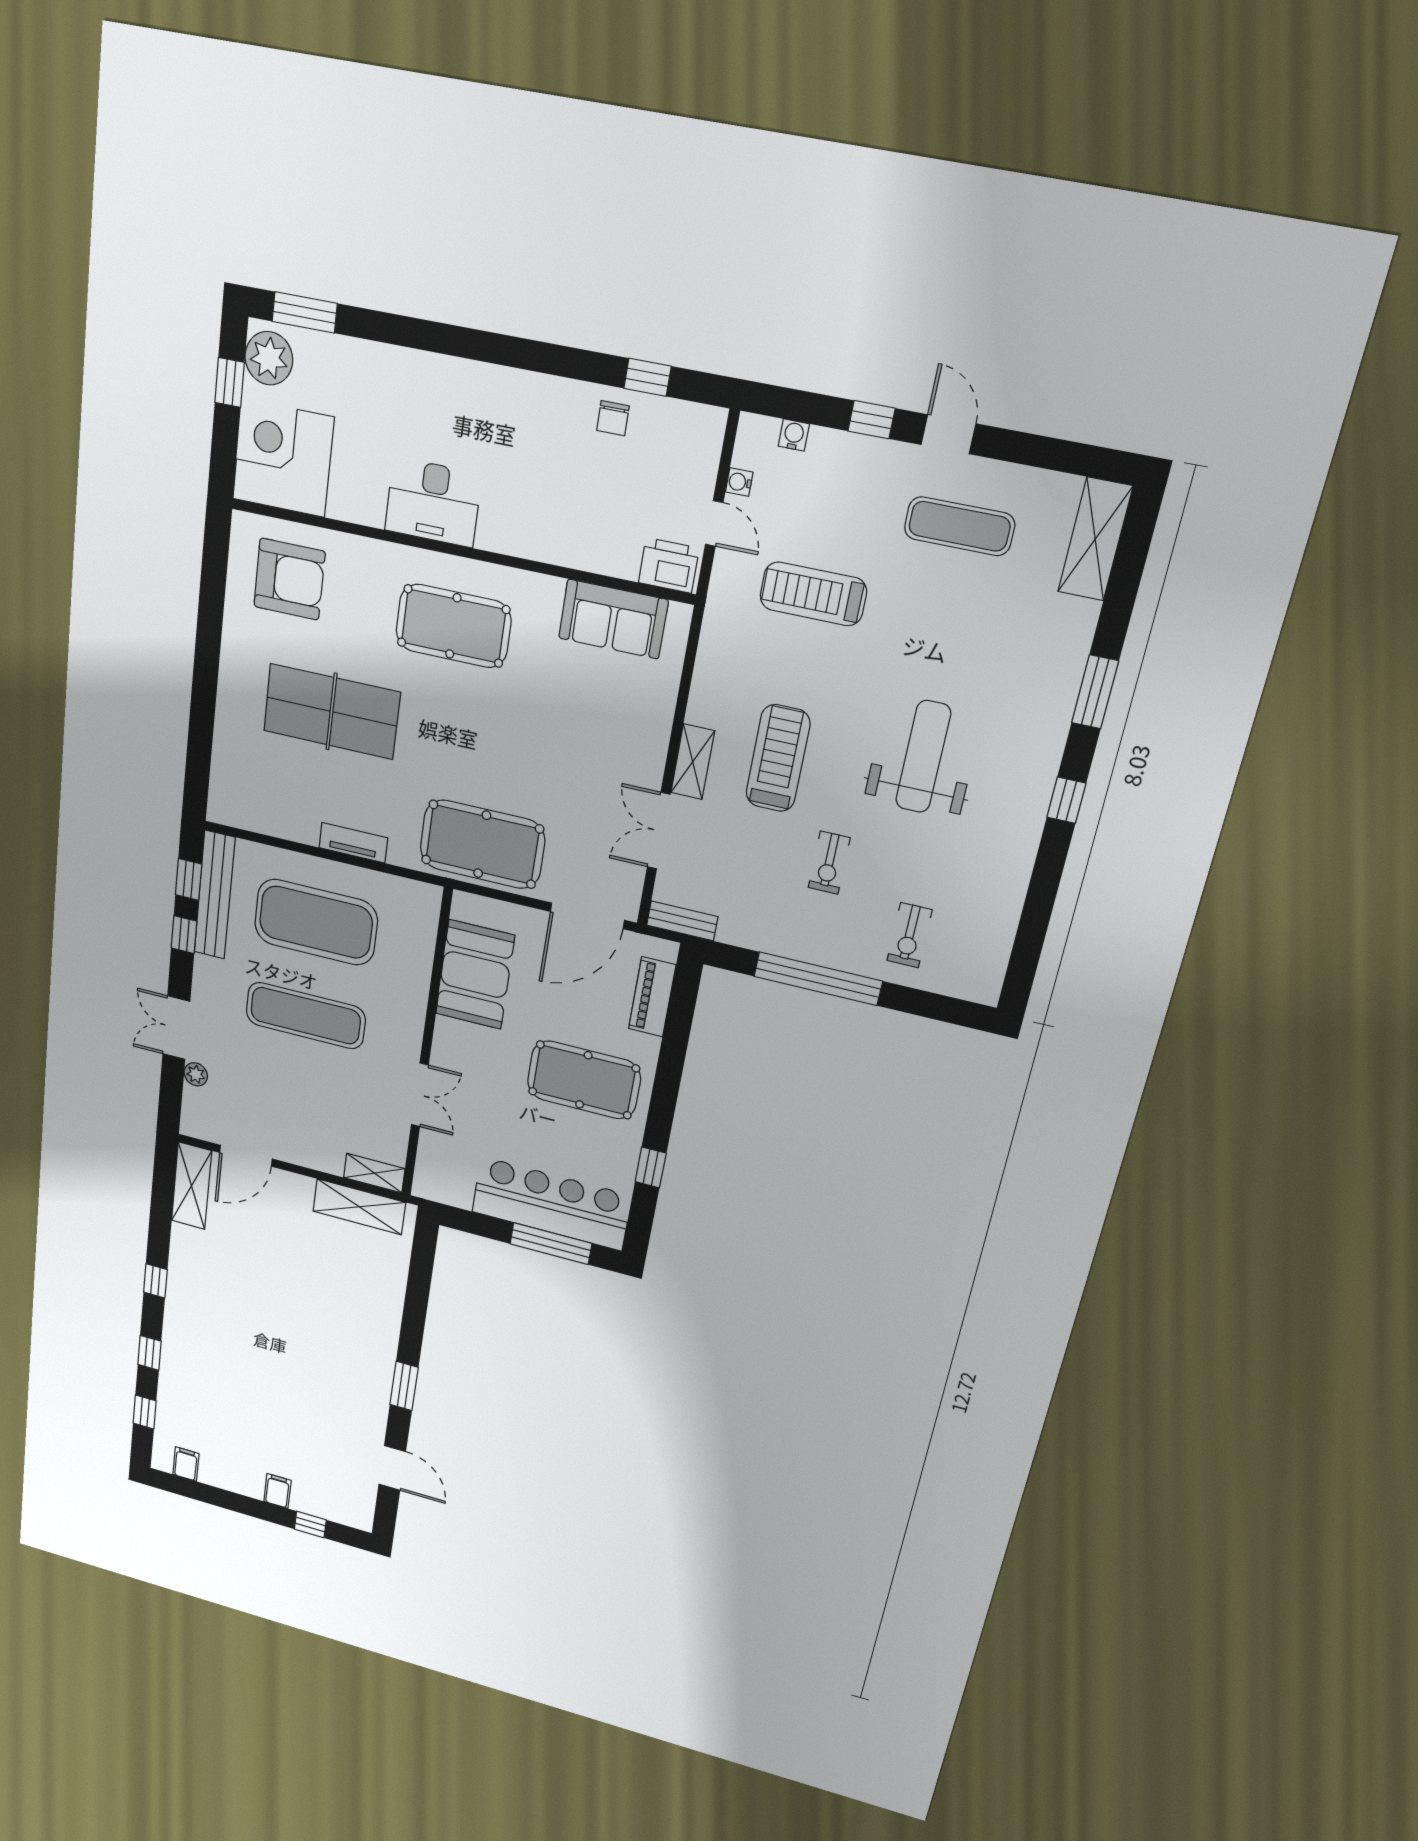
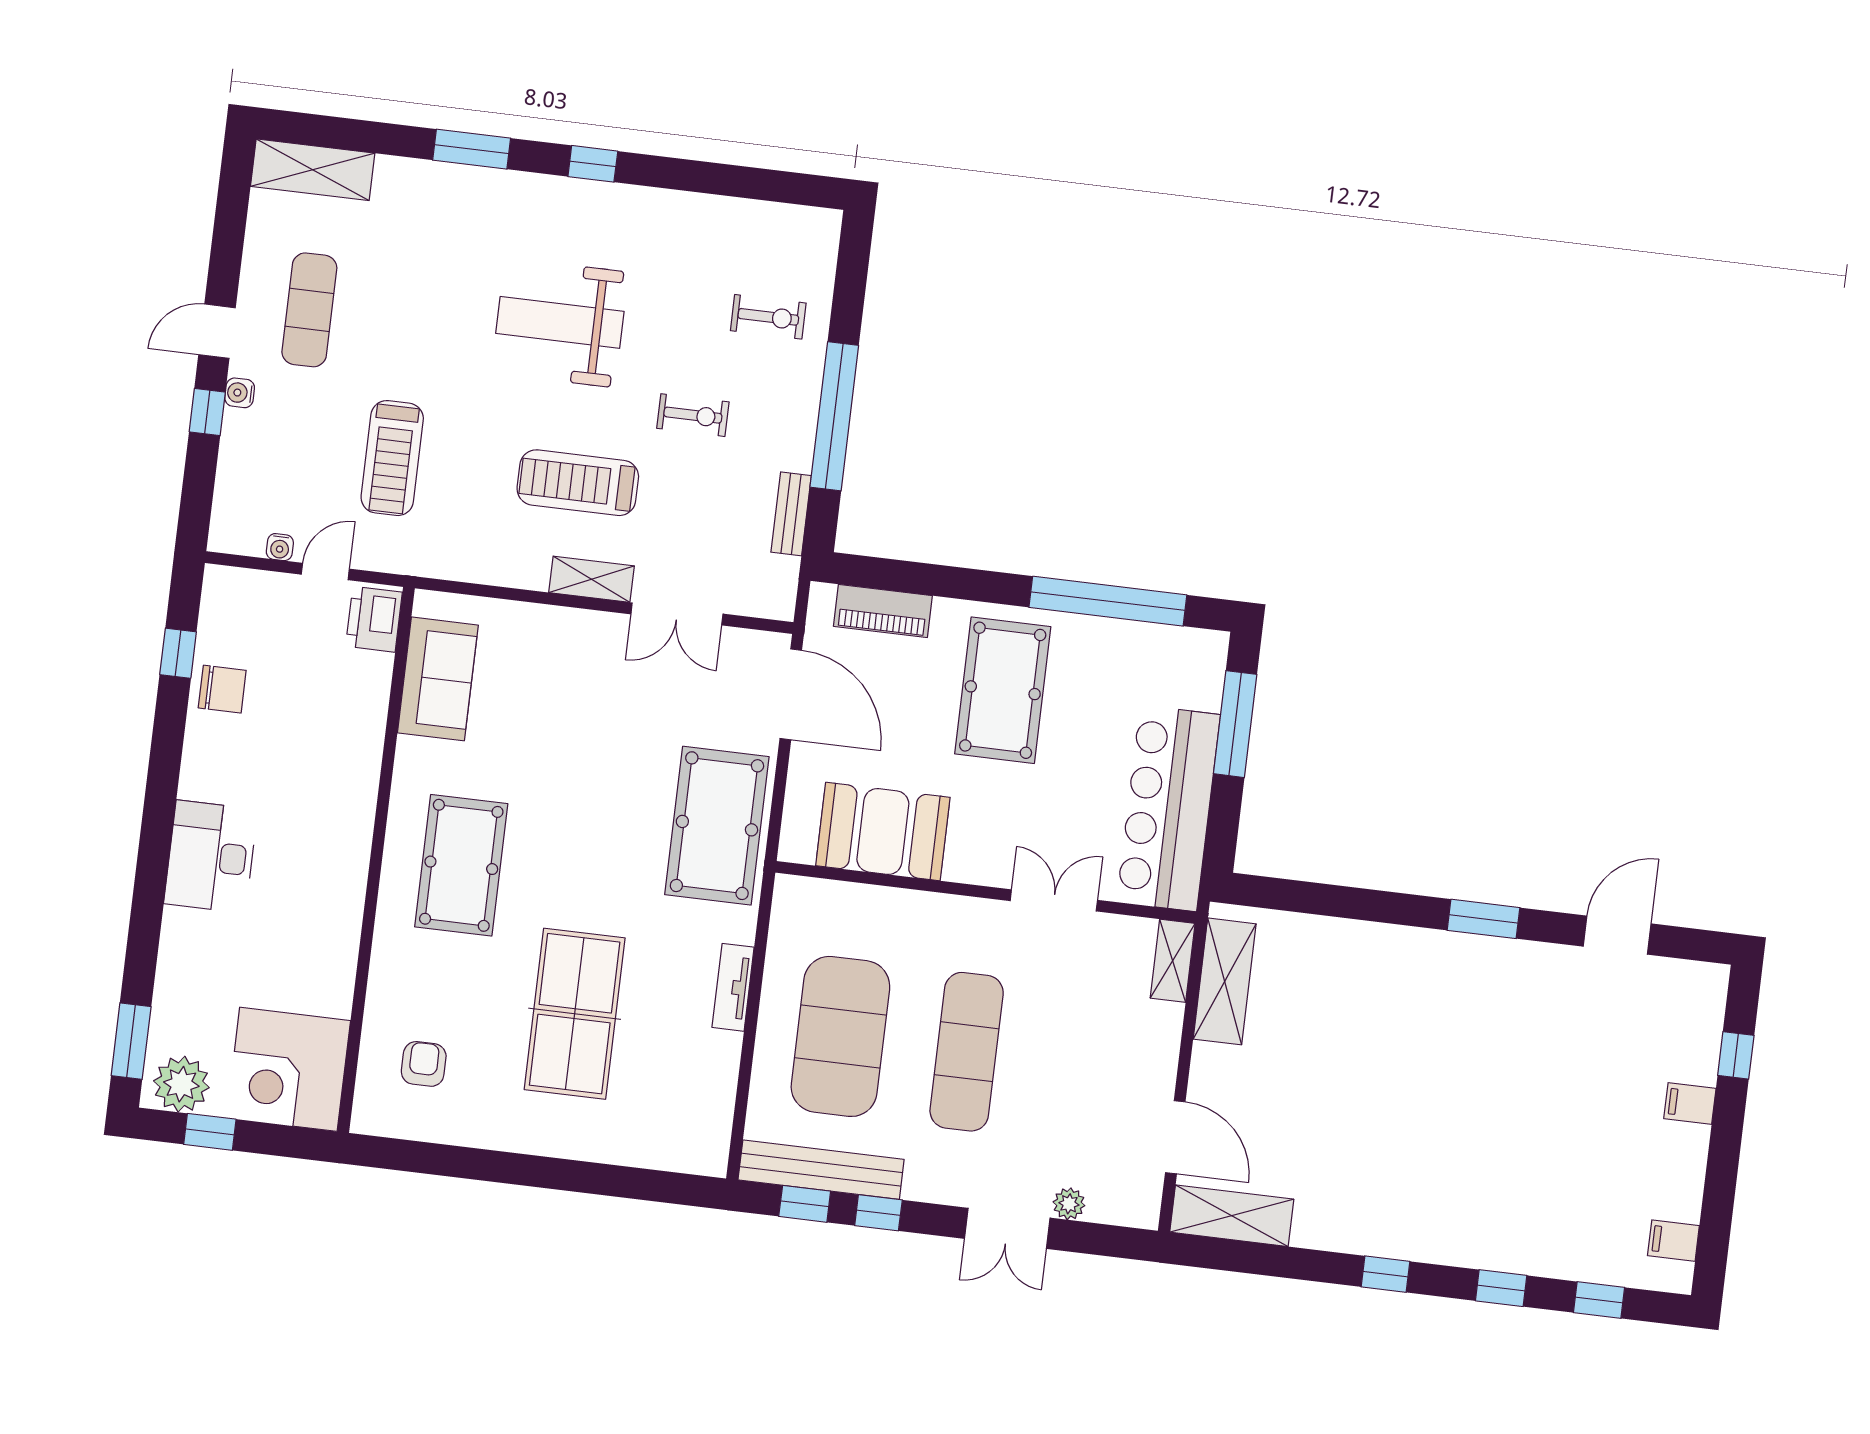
chair: (613, 418) -> (222, 689), width x1.37, depth x1.37
water cooler: (794, 435) -> (240, 393), moved
desk: (433, 502) -> (211, 857), moved, turned 180
armchair: (289, 579) -> (424, 1064), width x0.53, depth x0.53
bench: (682, 921) -> (791, 514), moved
window: (651, 1167) -> (1108, 601), width x3.17
bar counter: (551, 1204) -> (1168, 808), moved

